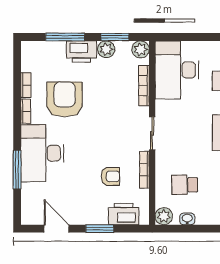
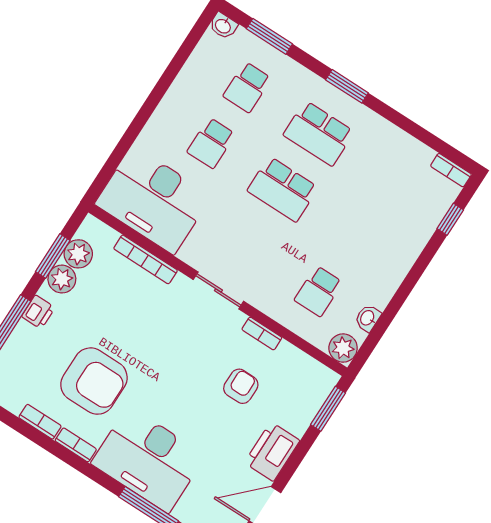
plant: (140, 49) -> (78, 254), moved
printer: (81, 52) -> (38, 312), width x0.53, depth x0.68
armchair: (65, 99) -> (94, 381), turned 180
bookcase: (144, 170) -> (262, 334), width x0.64
printer: (124, 214) -> (272, 452), moved
window: (100, 229) -> (328, 409), moved

